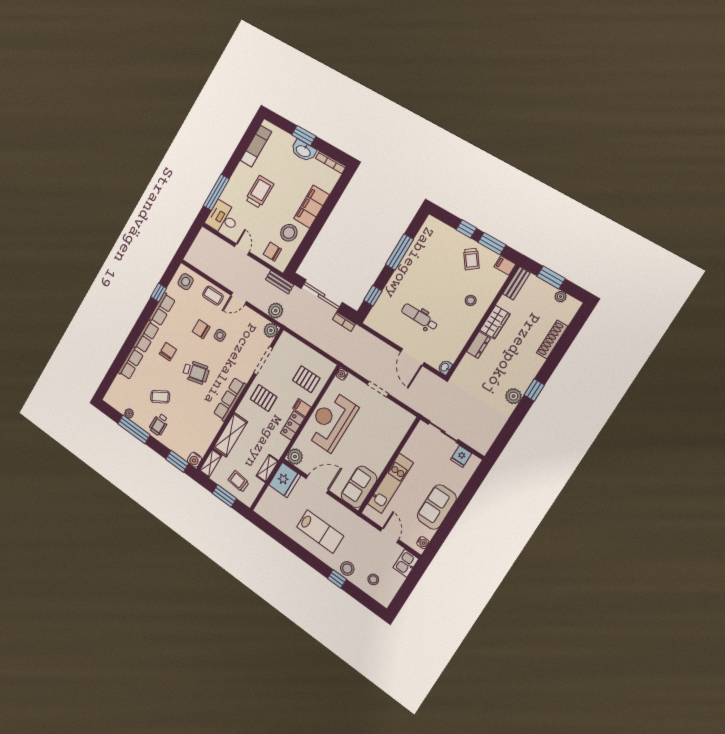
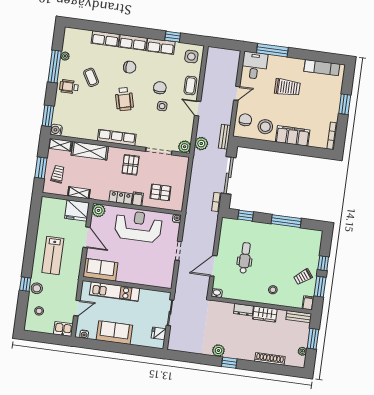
washbasin: (303, 151) -> (333, 109), removed
pallet: (306, 379) -> (160, 192), turned 90

